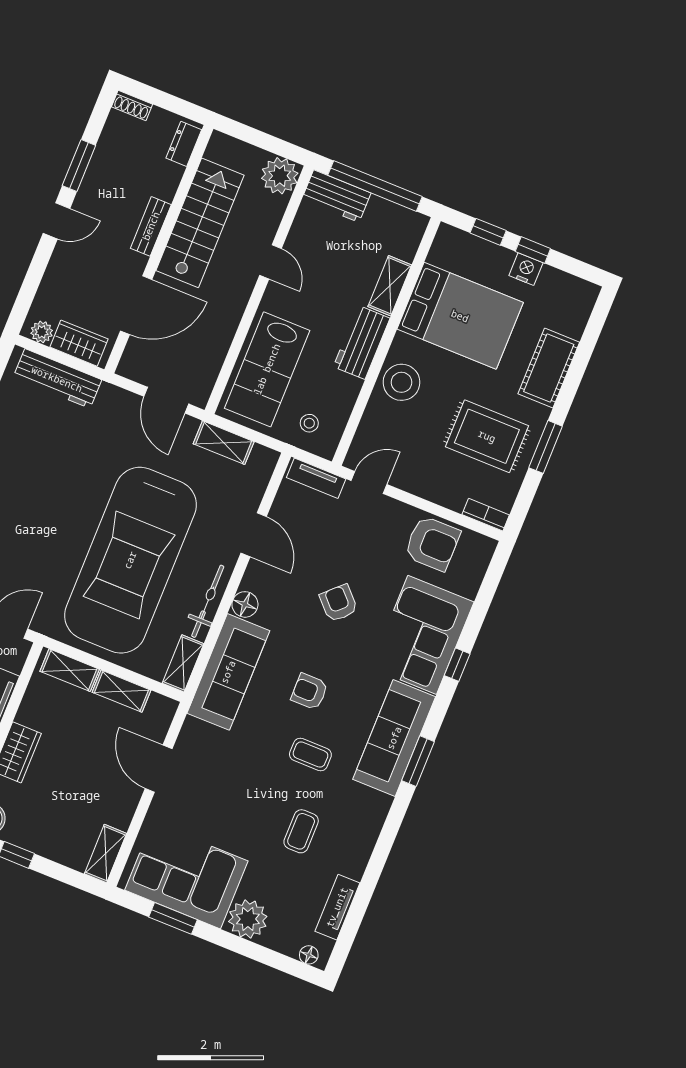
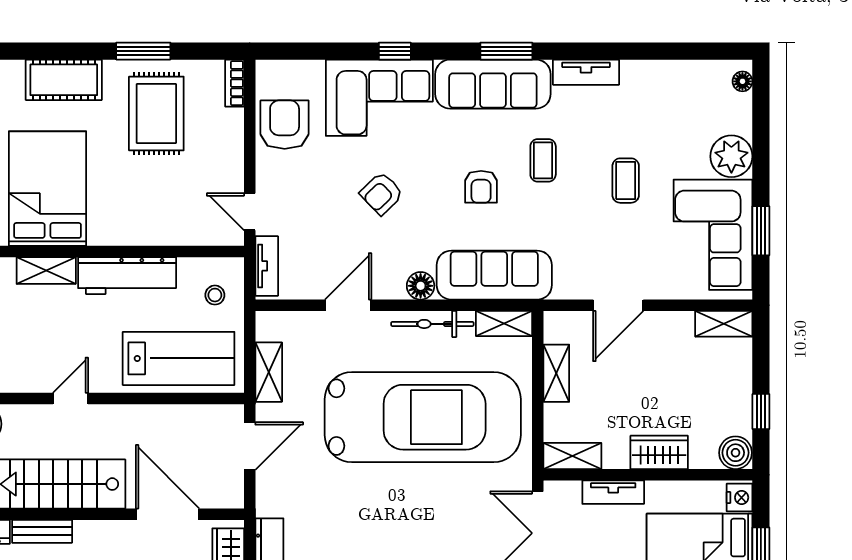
bench: (151, 226) -> (42, 531), moved
workbench: (362, 342) -> (127, 276), width x1.37
stool: (401, 382) -> (137, 220), removed
shelving: (70, 670) -> (572, 456), moved, turned 90
coffee table: (301, 831) -> (626, 181), moved, turned 90
tv unit: (337, 907) -> (586, 72), moved

